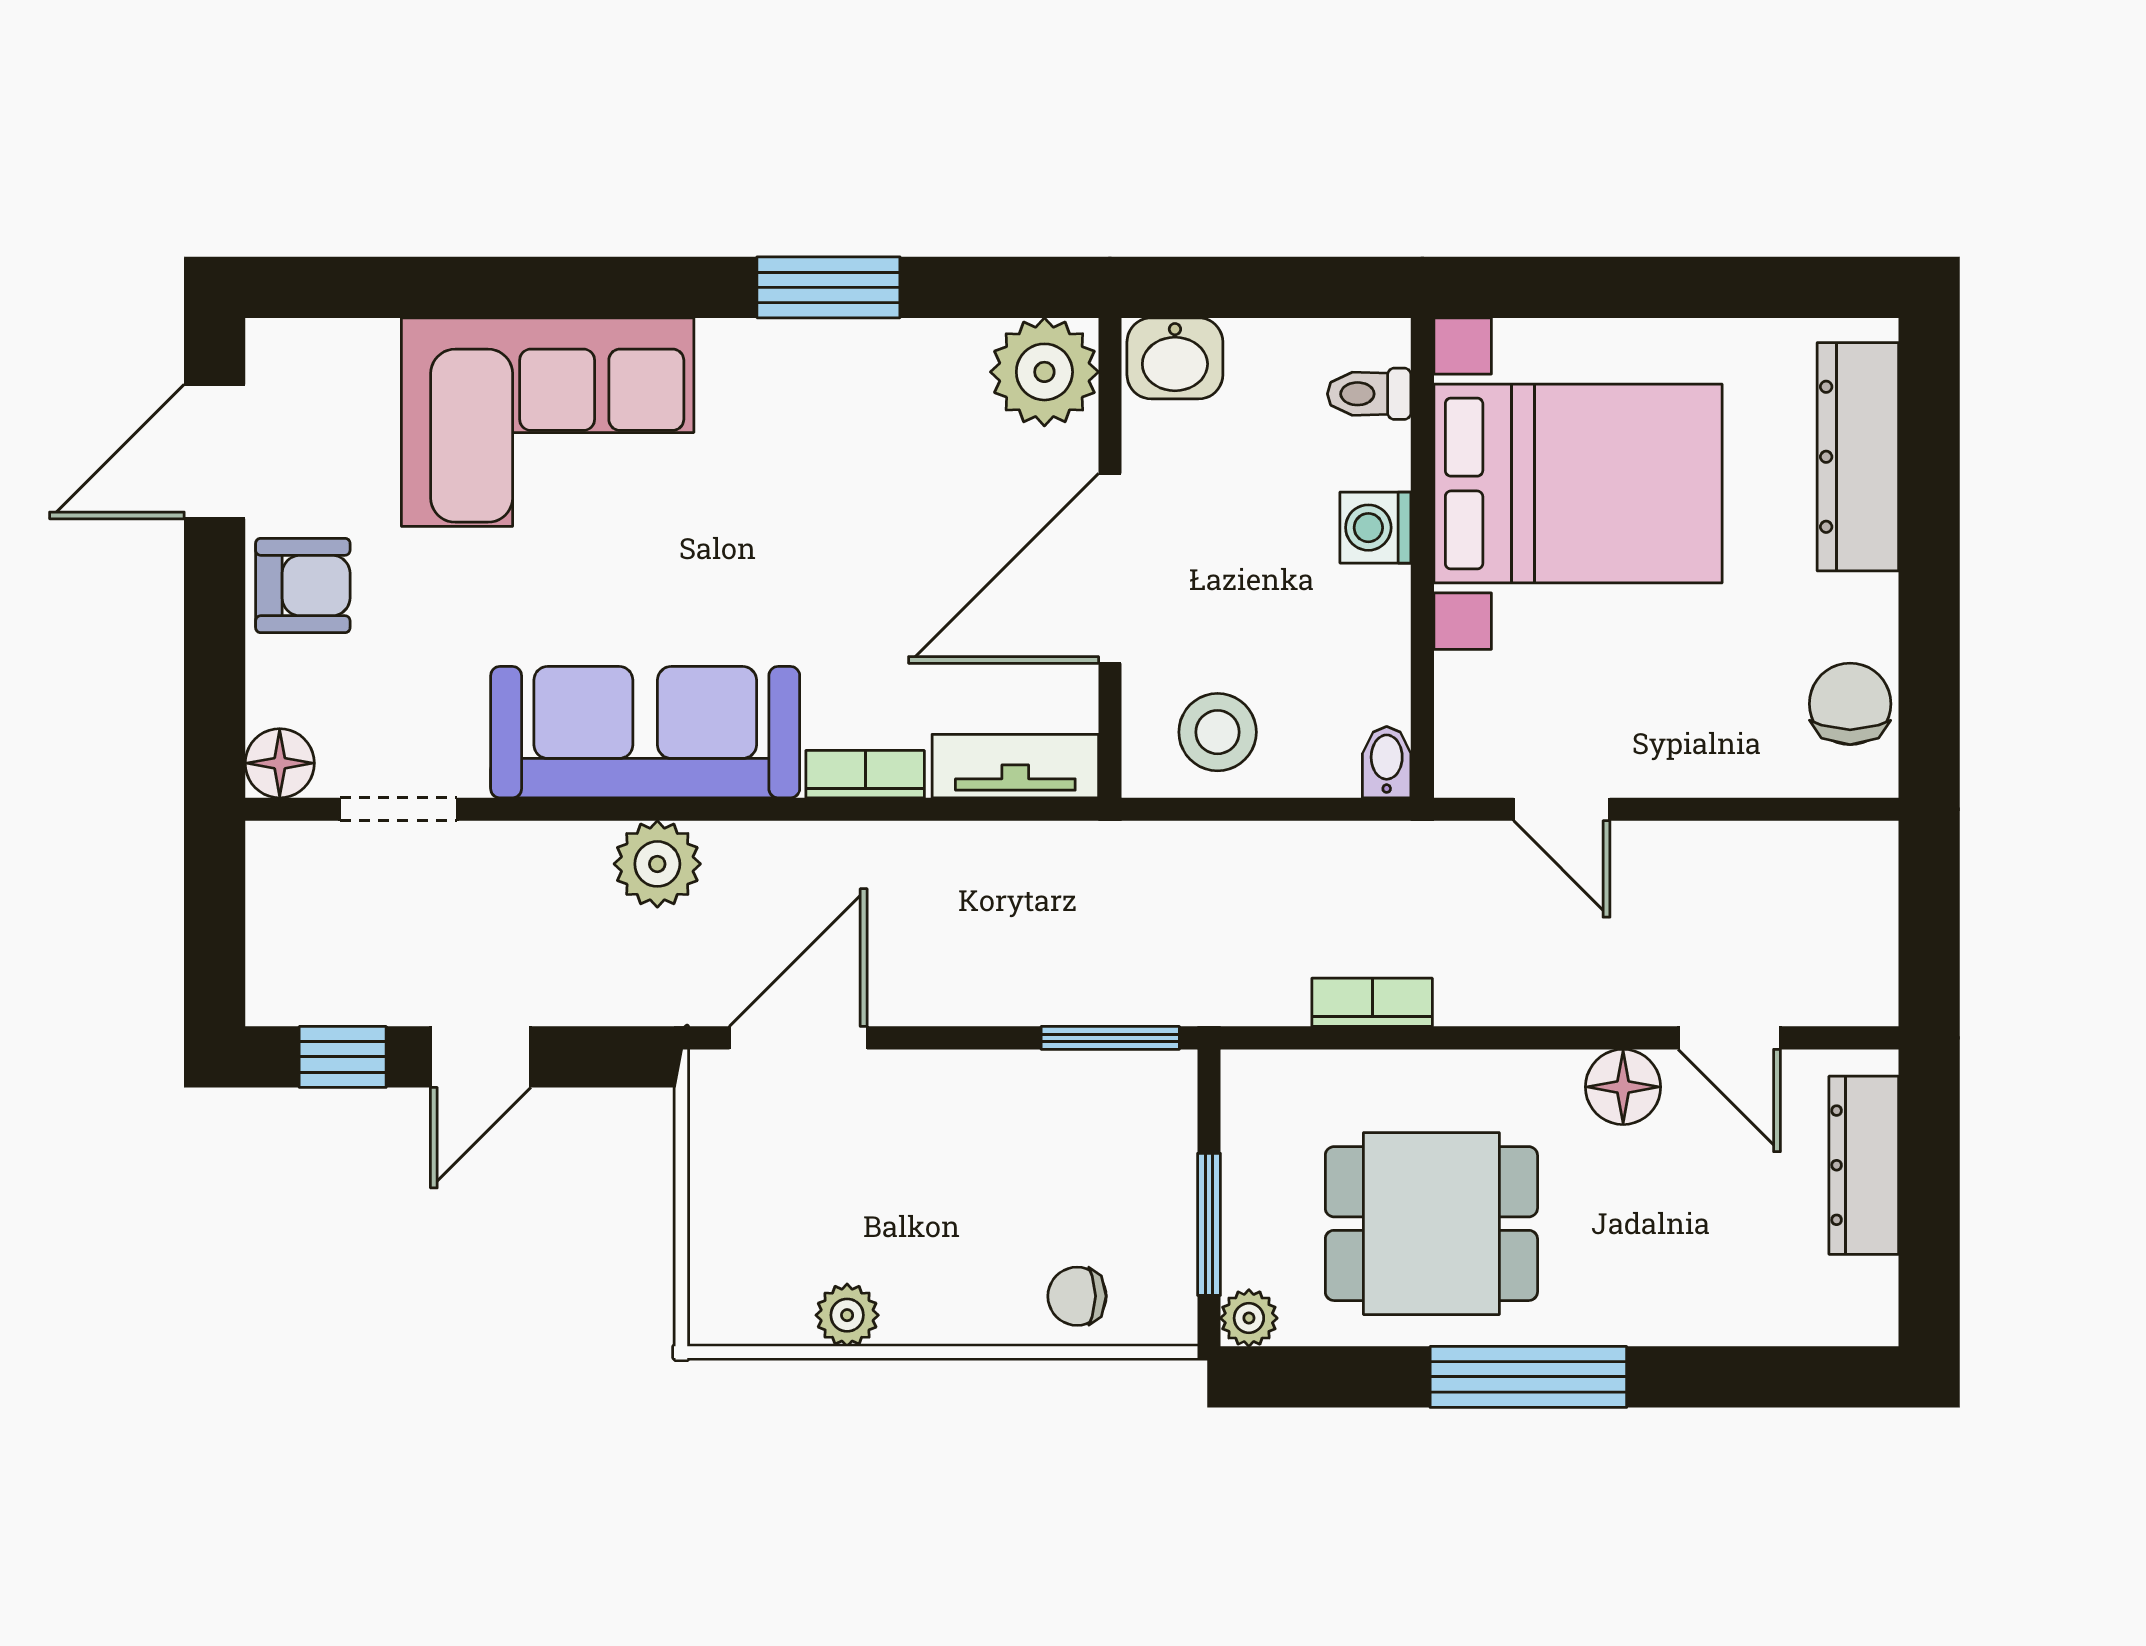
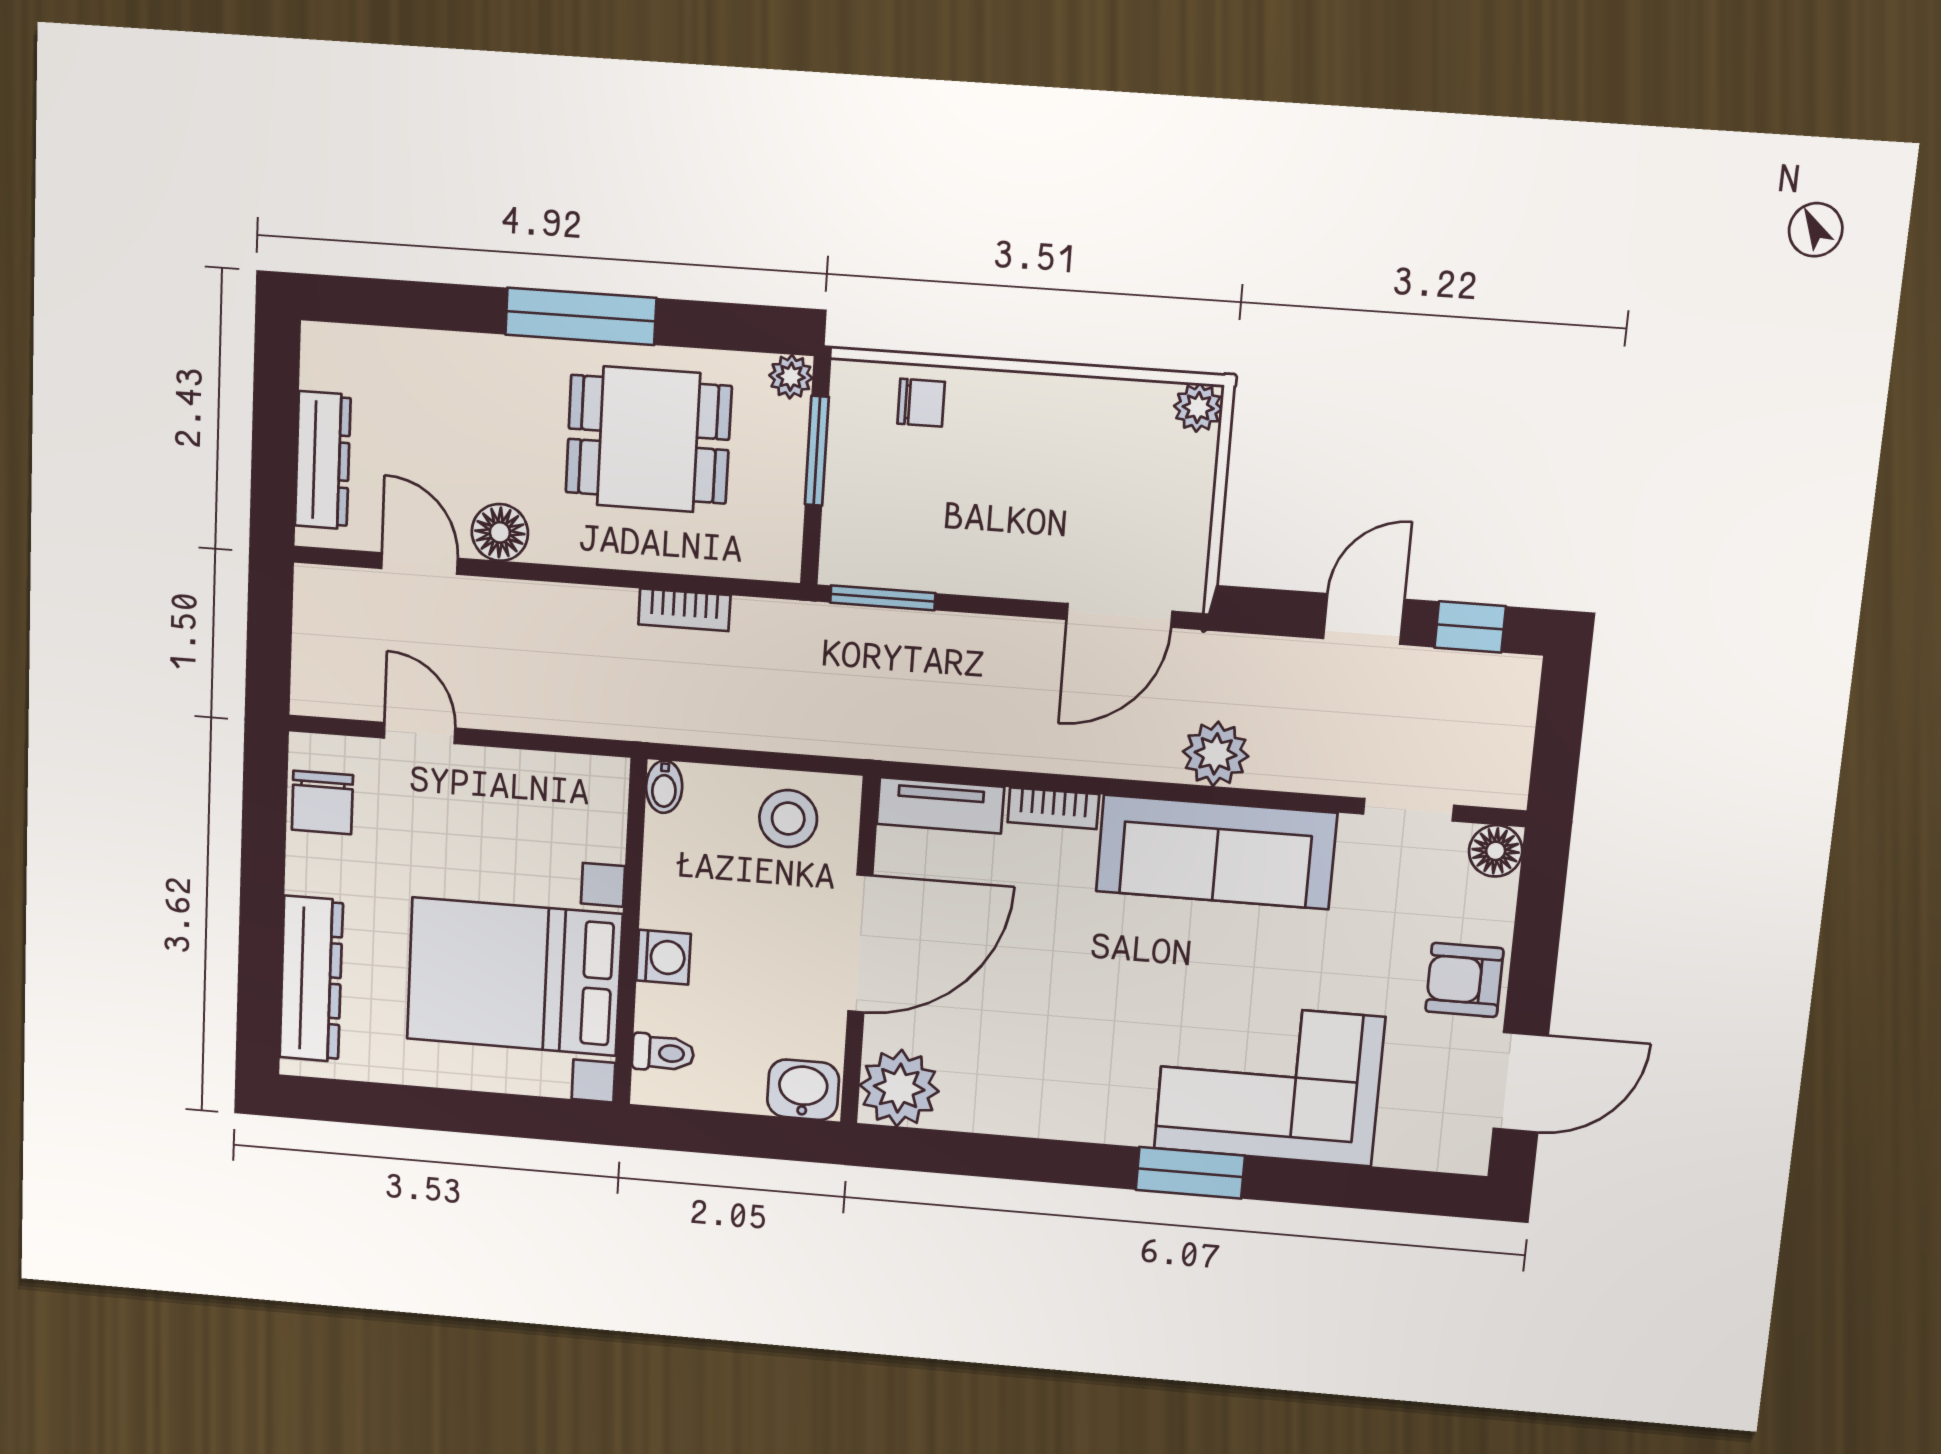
window: (828, 287) -> (1190, 1173), moved
door: (1562, 809) -> (419, 733), moved
plant: (847, 1315) -> (1198, 408), moved

